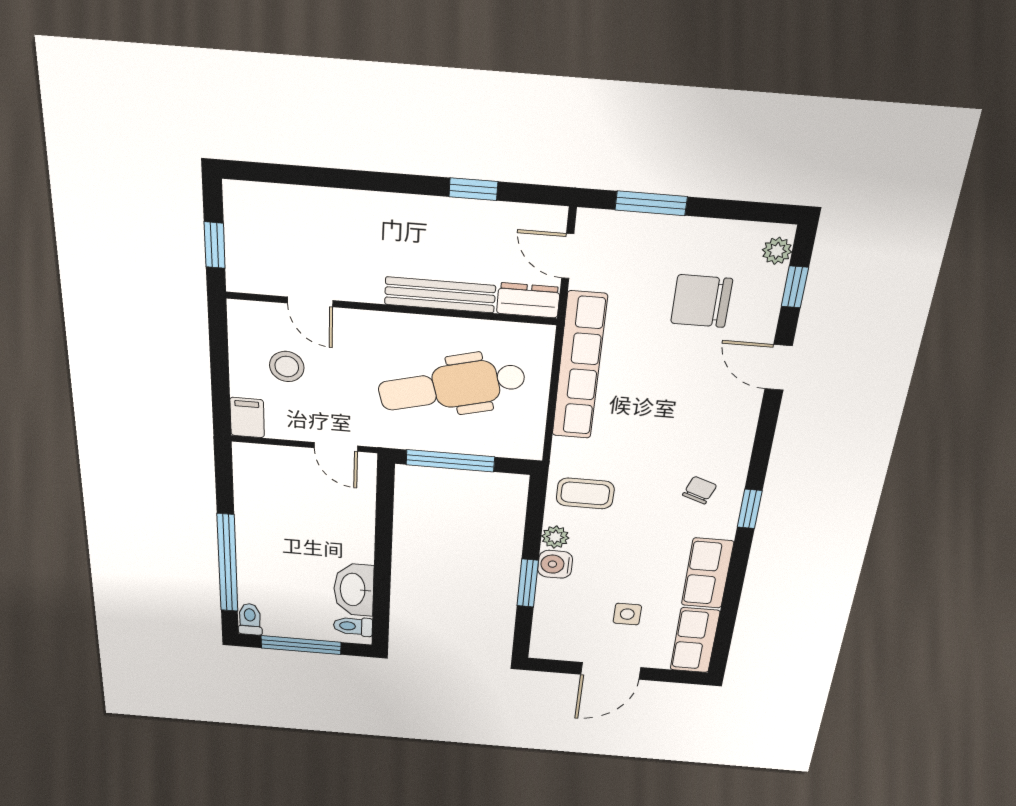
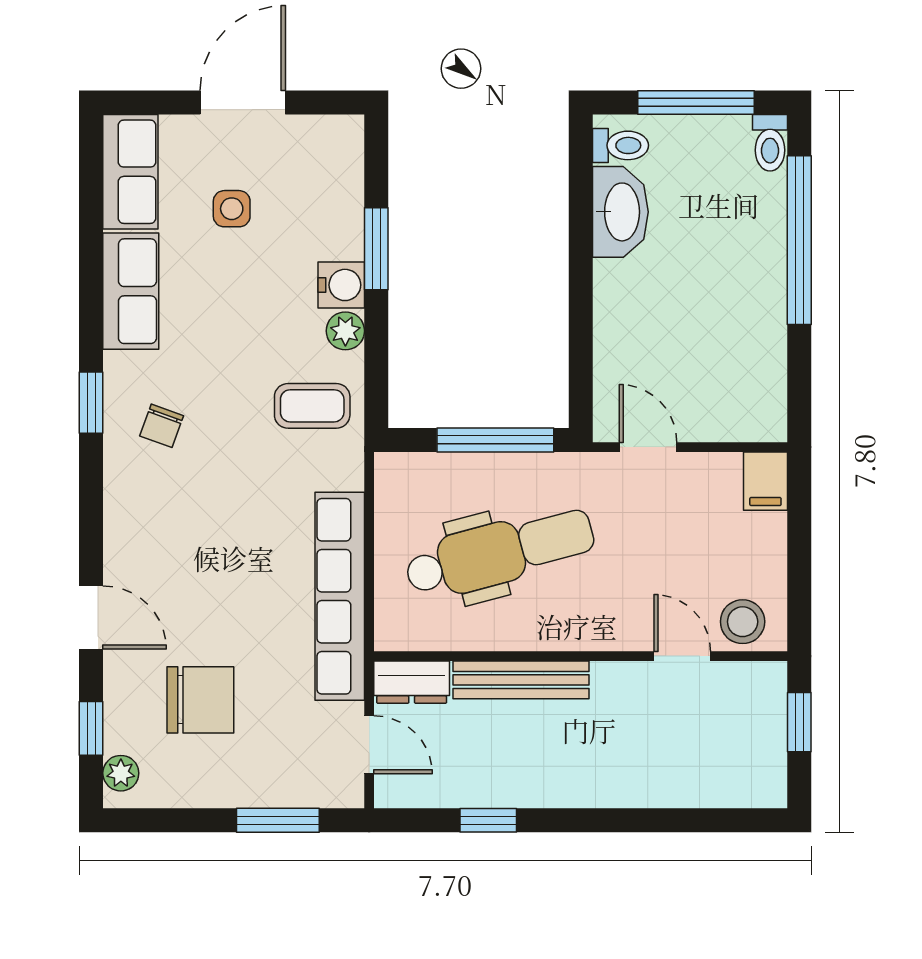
stool: (287, 366) -> (743, 622), moved

